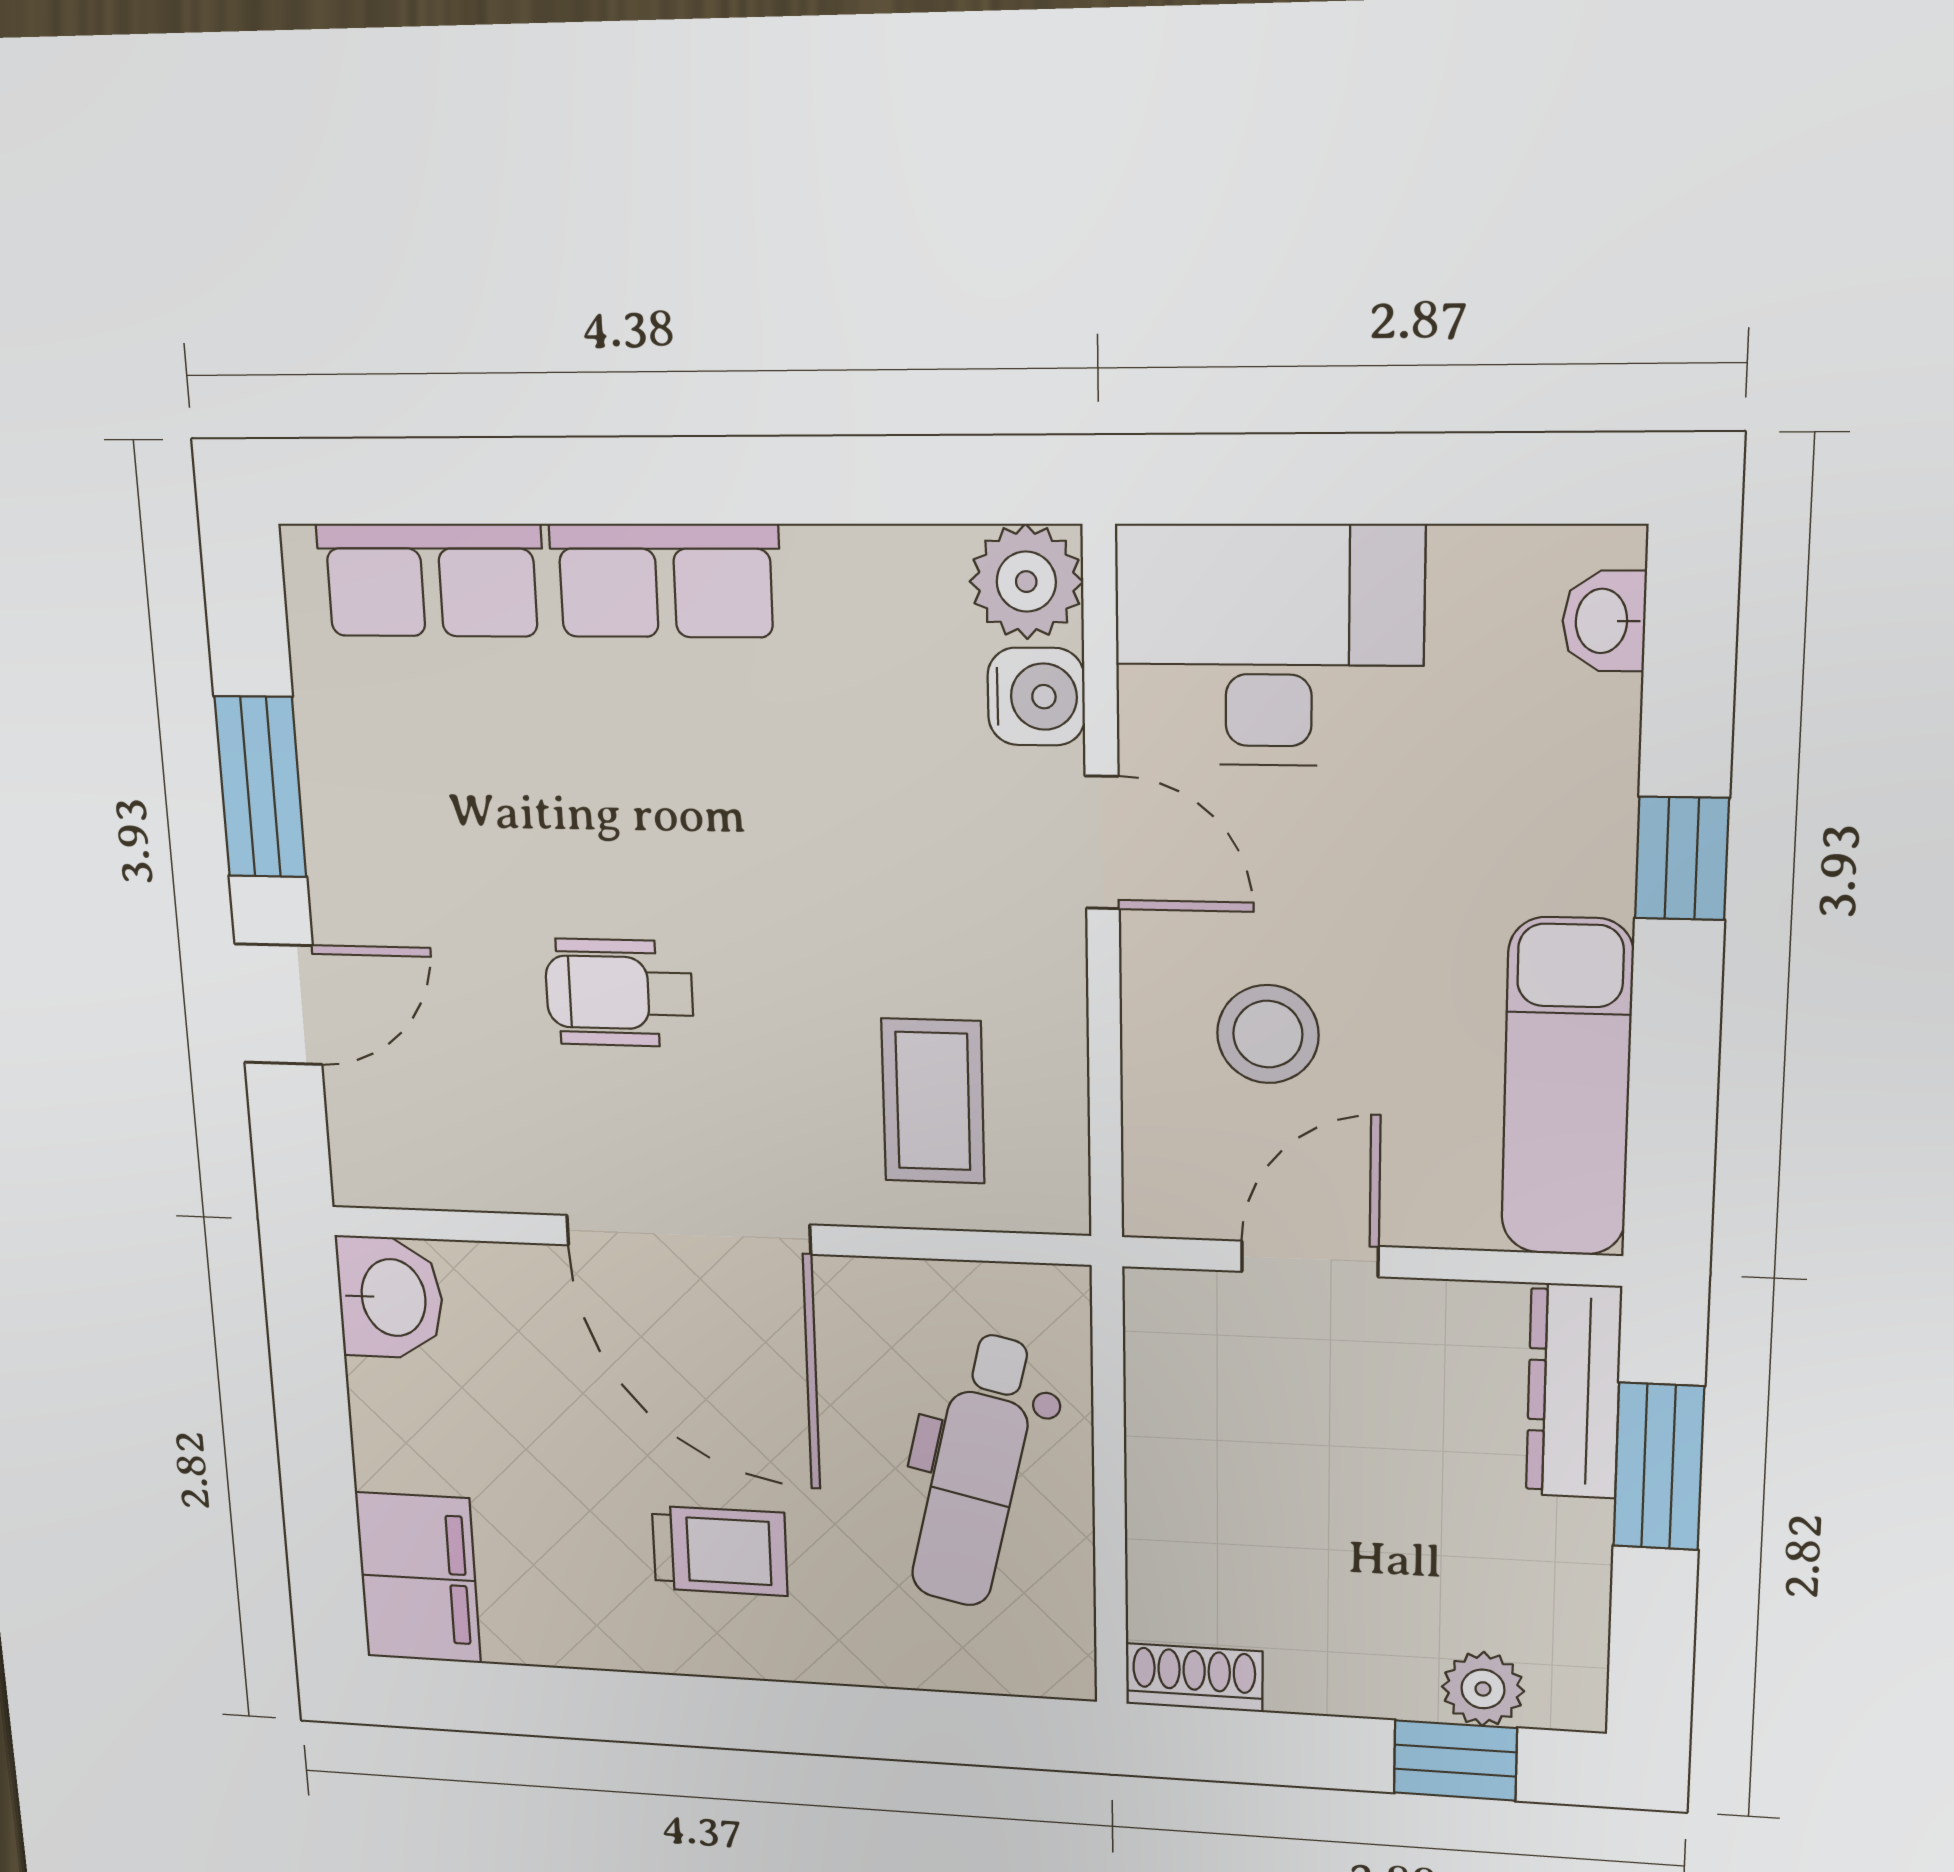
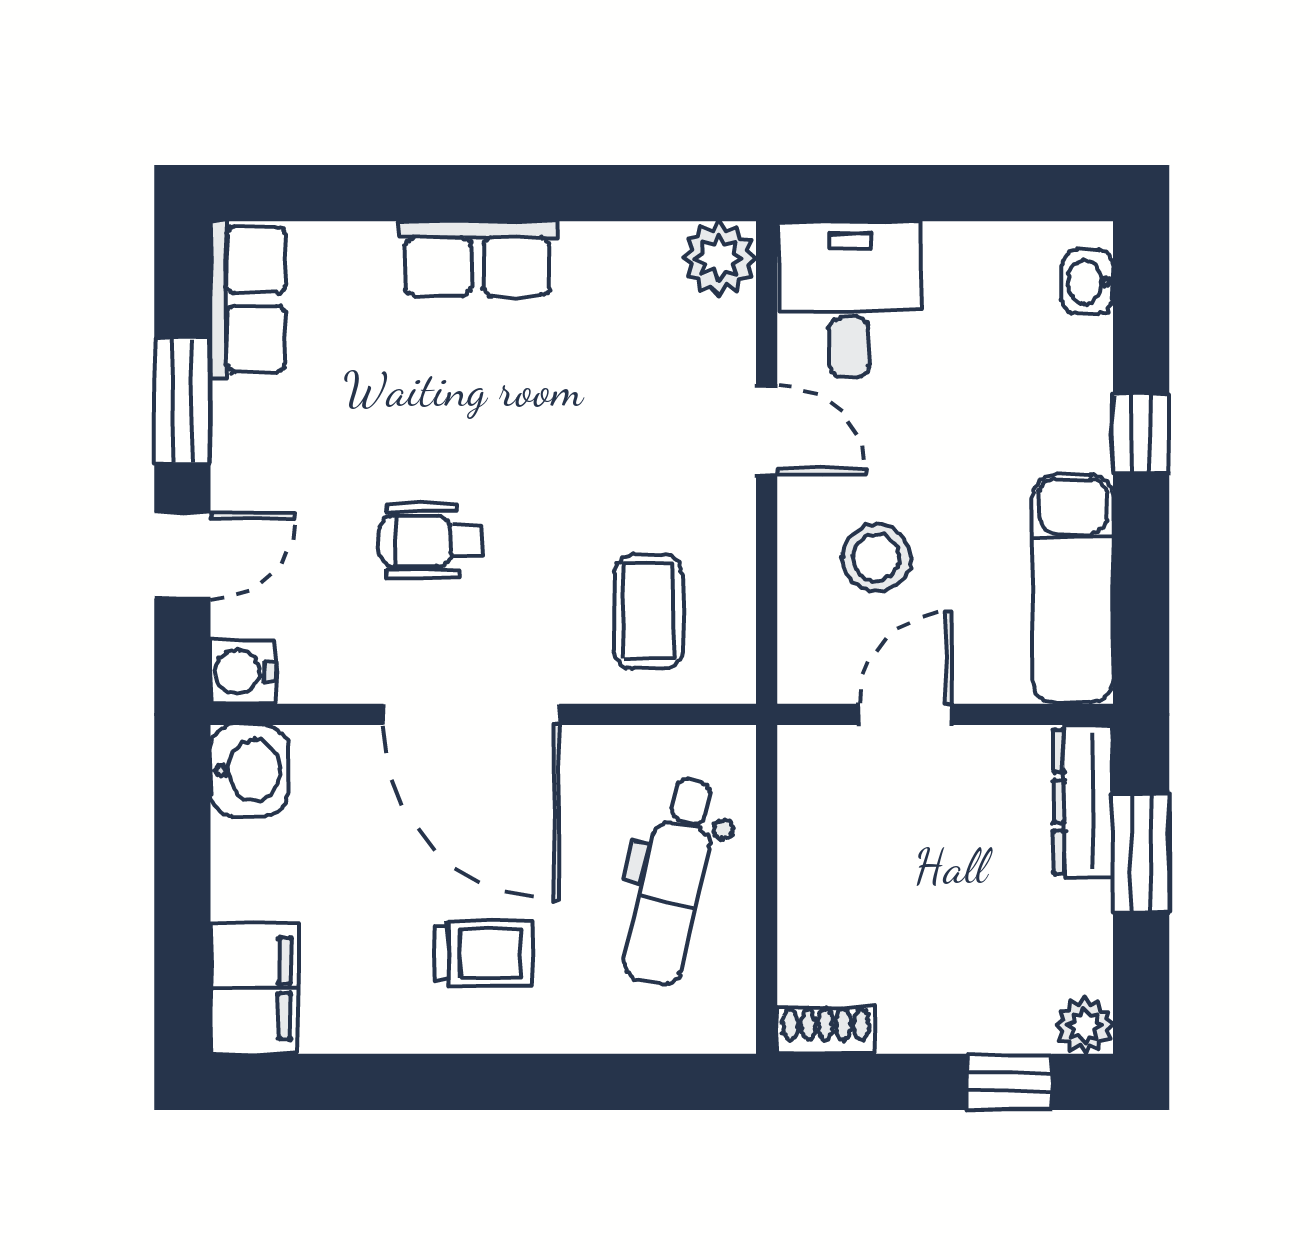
row of seats: (431, 580) -> (248, 299), moved, turned -90
desk: (1269, 645) -> (849, 299), width x0.73
water cooler: (1036, 697) -> (242, 672), moved, turned 180
plant: (1483, 1689) -> (1085, 1026), moved

